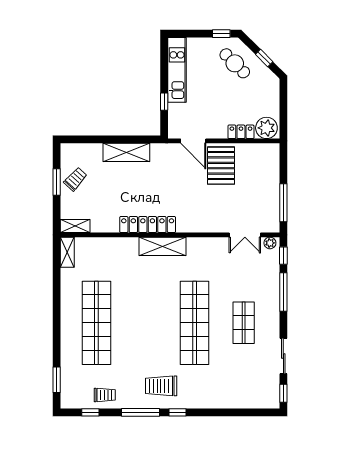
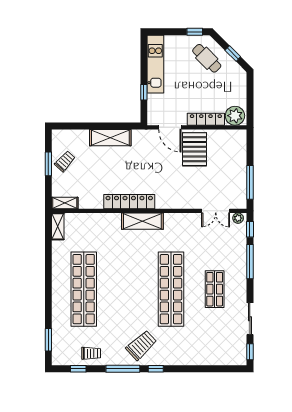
locker: (241, 132) -> (206, 119), width x1.53
trolley: (161, 386) -> (141, 345), turned 137

